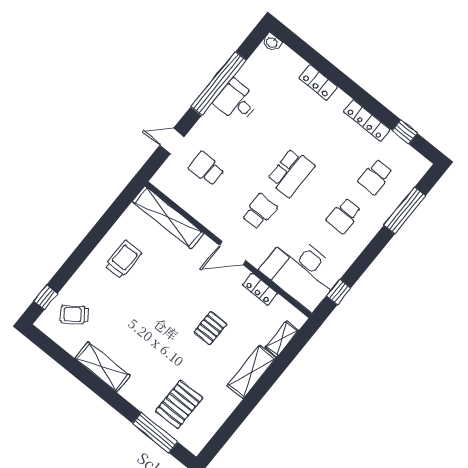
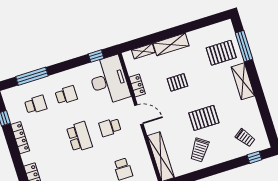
school desk: (291, 173) -> (79, 137), turned 90
trolley: (123, 259) -> (200, 150), turned -55
pallet: (145, 305) -> (204, 118), added
shelving: (102, 367) -> (243, 81), moved

